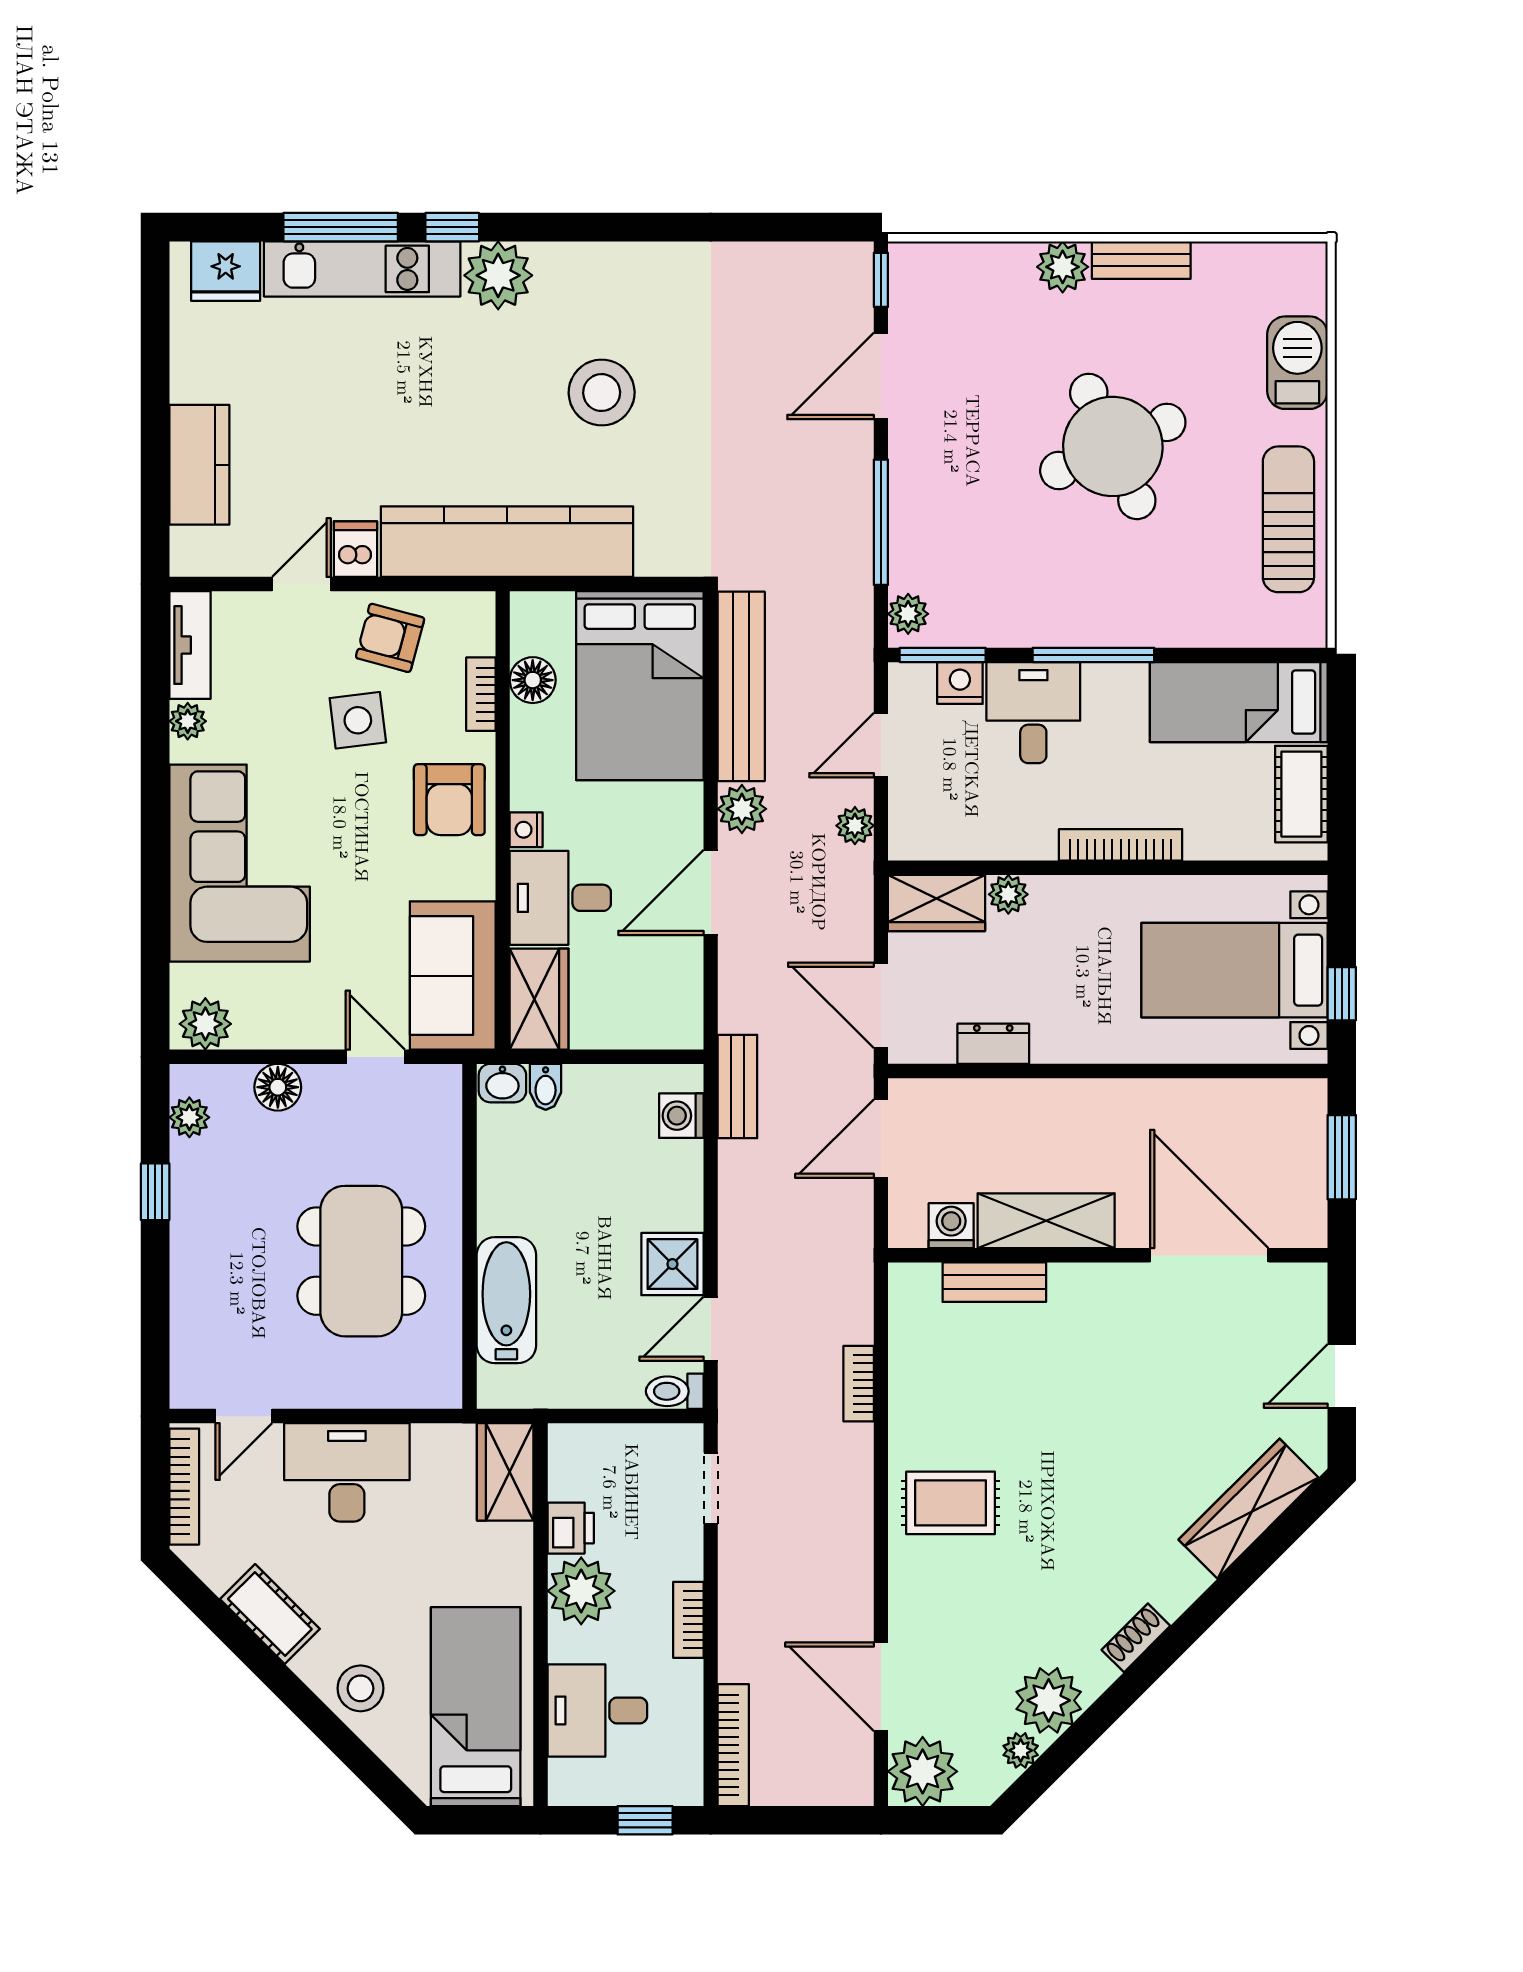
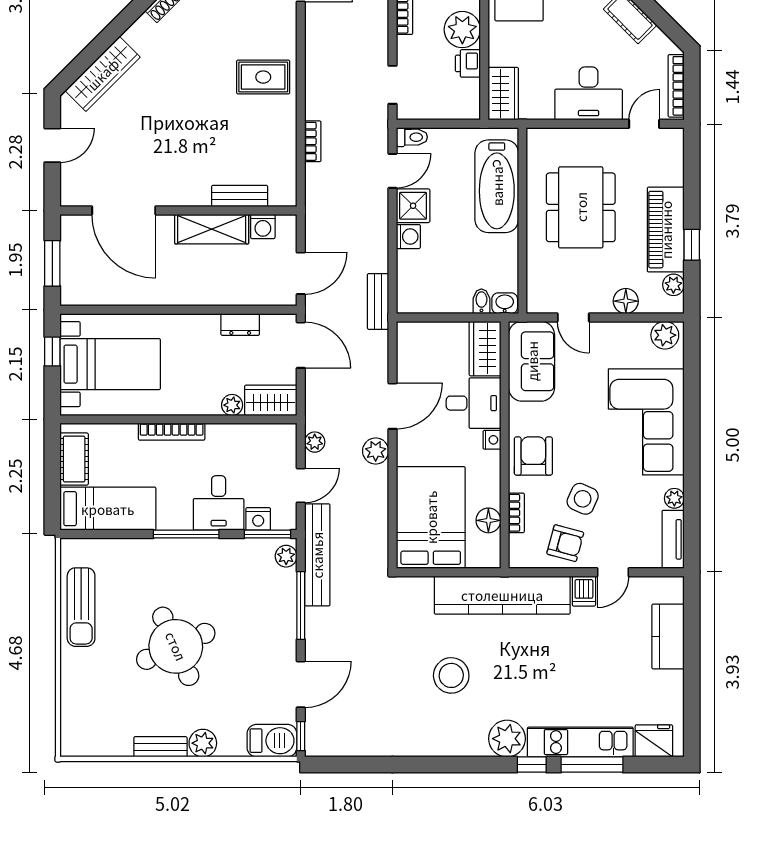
barbecue: (1297, 363) -> (272, 741), moved, turned -90
bench: (741, 686) -> (317, 555), moved
side table: (358, 720) -> (583, 499), turned 31
washing machine: (681, 1116) -> (408, 237), moved
piano: (204, 1220) -> (666, 230), added
bathtub: (506, 1300) -> (497, 186), width x1.36, depth x1.36

